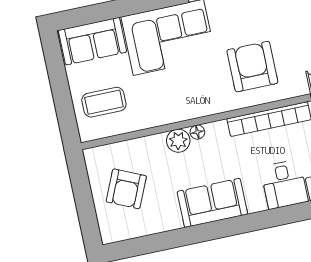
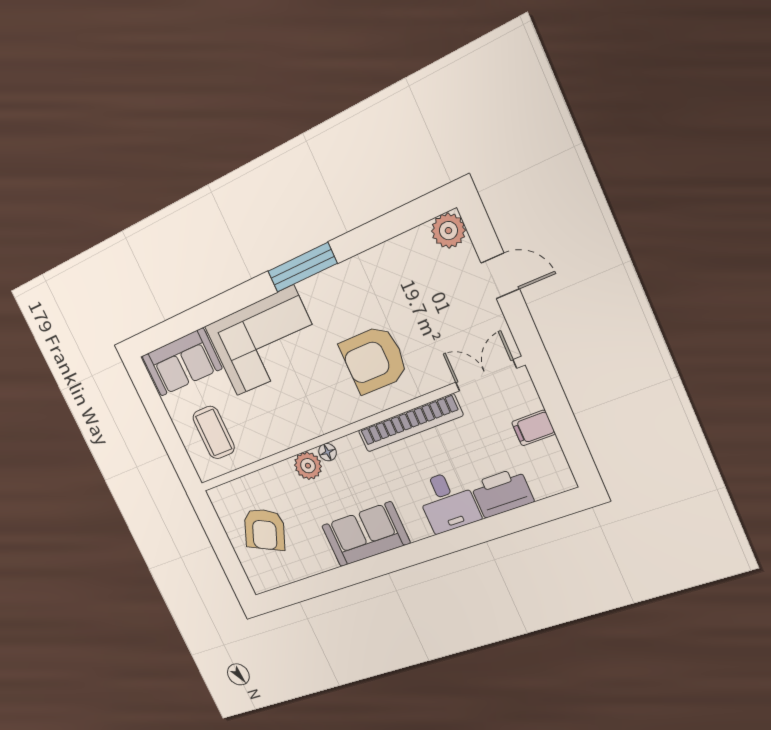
armchair: (252, 67) -> (374, 360), turned -90
coffee table: (104, 102) -> (214, 433), turned 90

